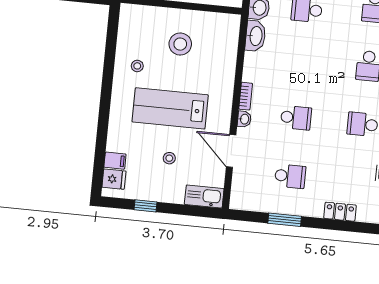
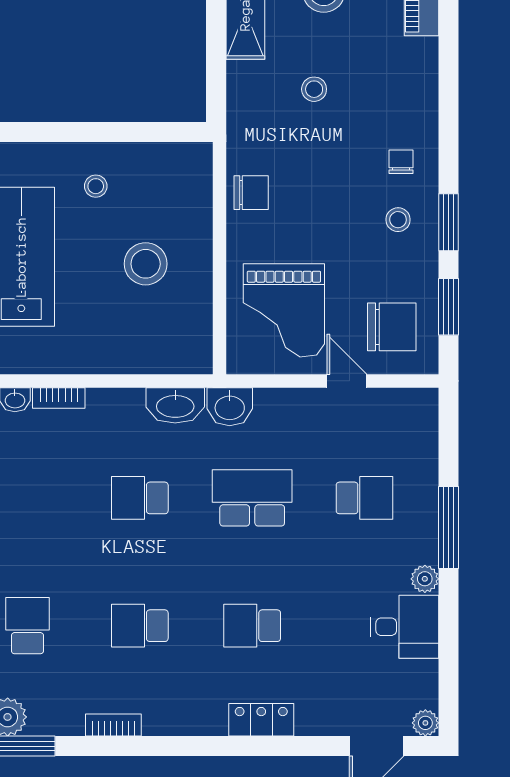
school desk: (296, 118) -> (140, 498), moved, turned 90

